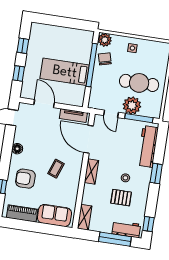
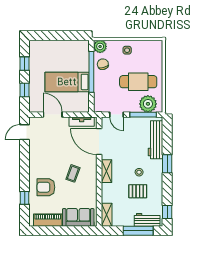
plant: (132, 106) -> (148, 104), moved
floor lamp: (17, 149) -> (34, 160), removed

